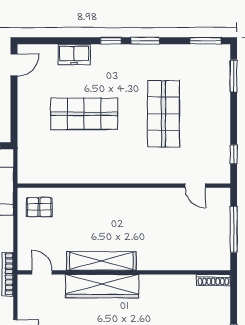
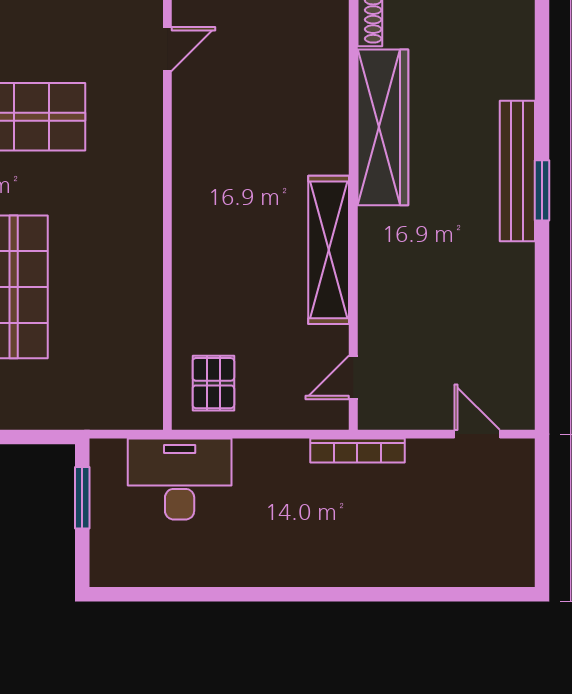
wardrobe: (102, 286) -> (383, 127), moved

